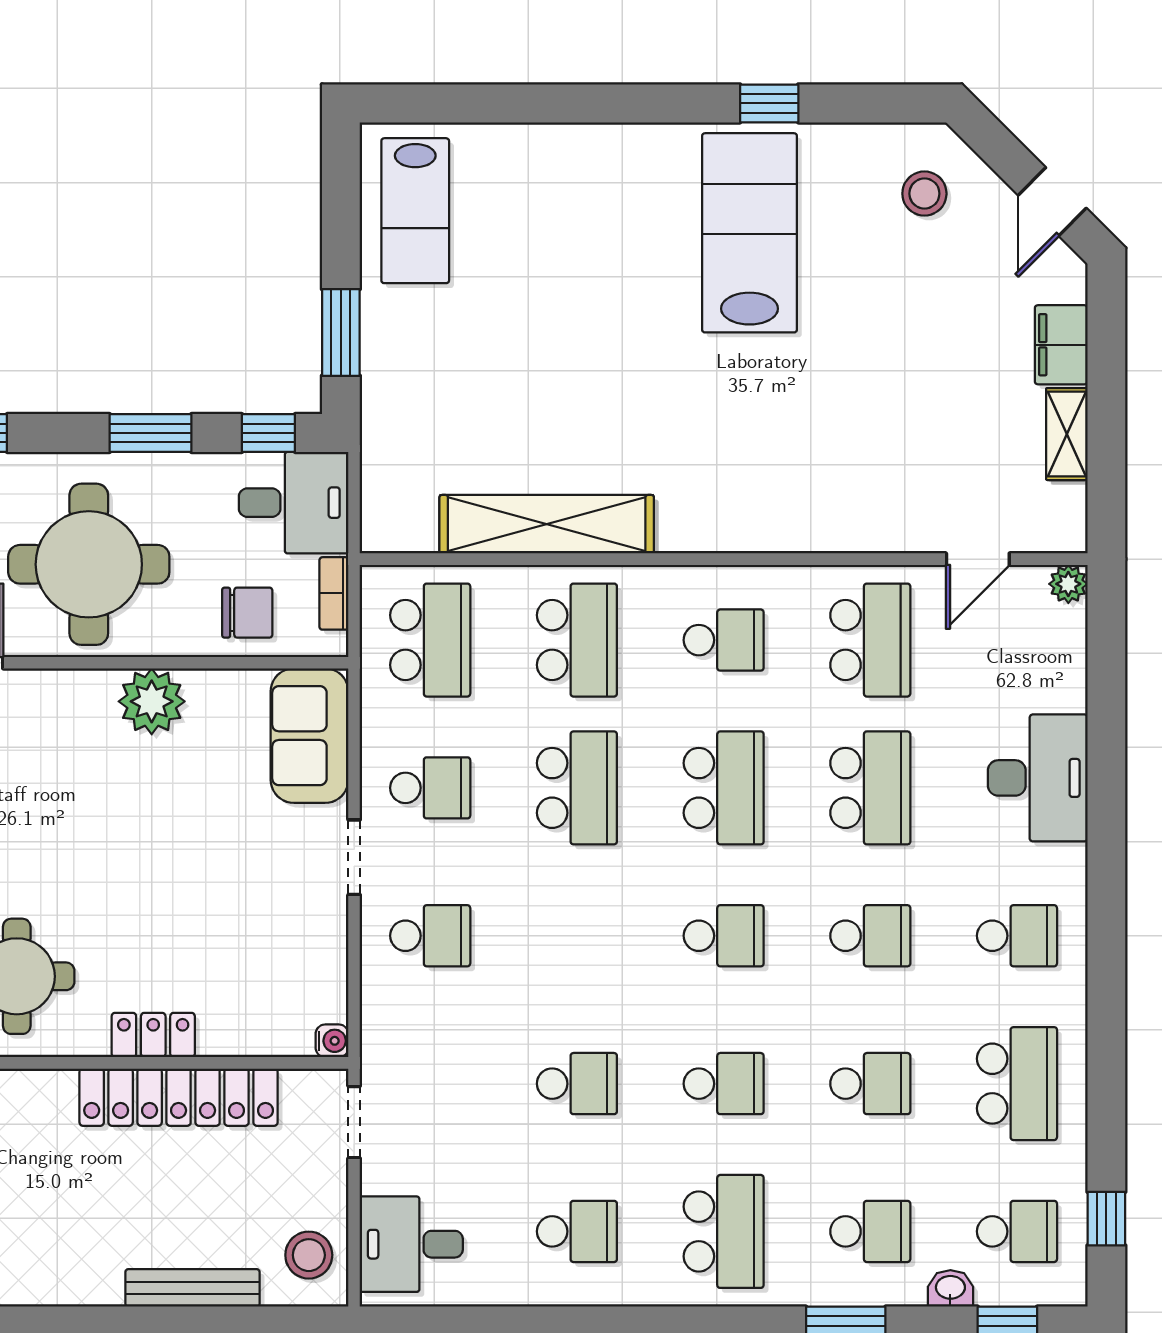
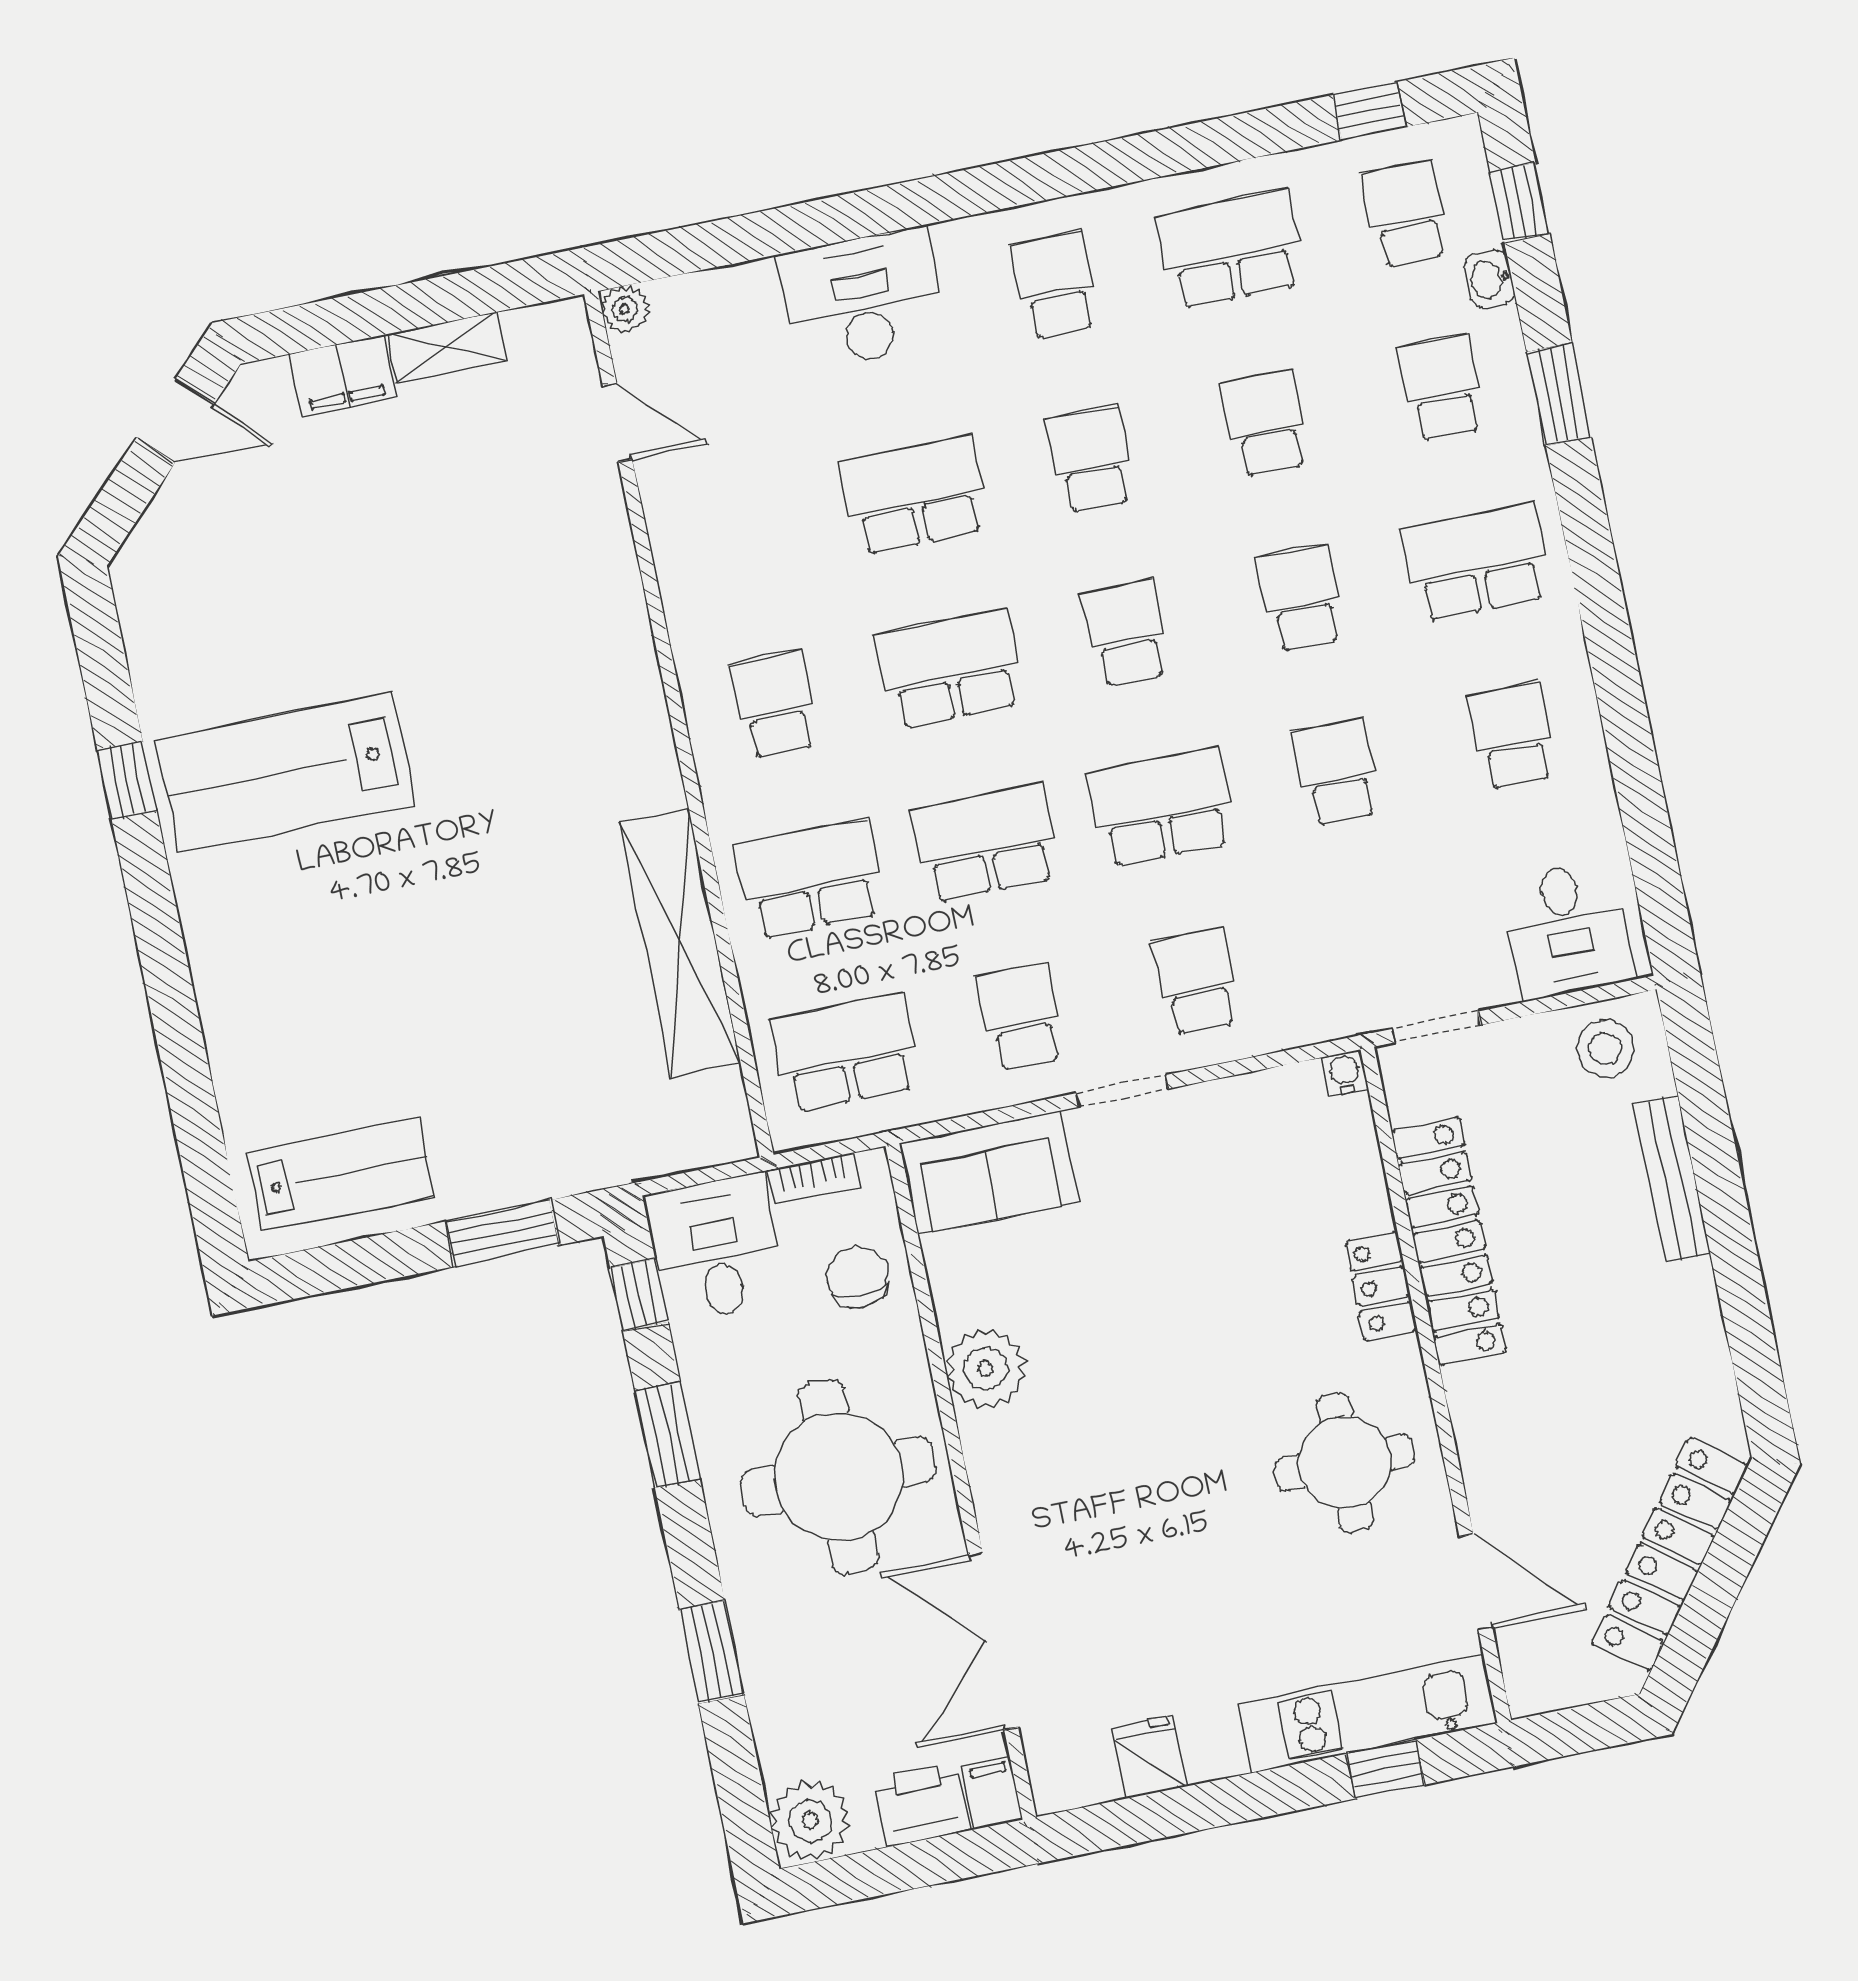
stool: (924, 194) -> (197, 574), removed
school desk: (870, 640) -> (1161, 807), moved

